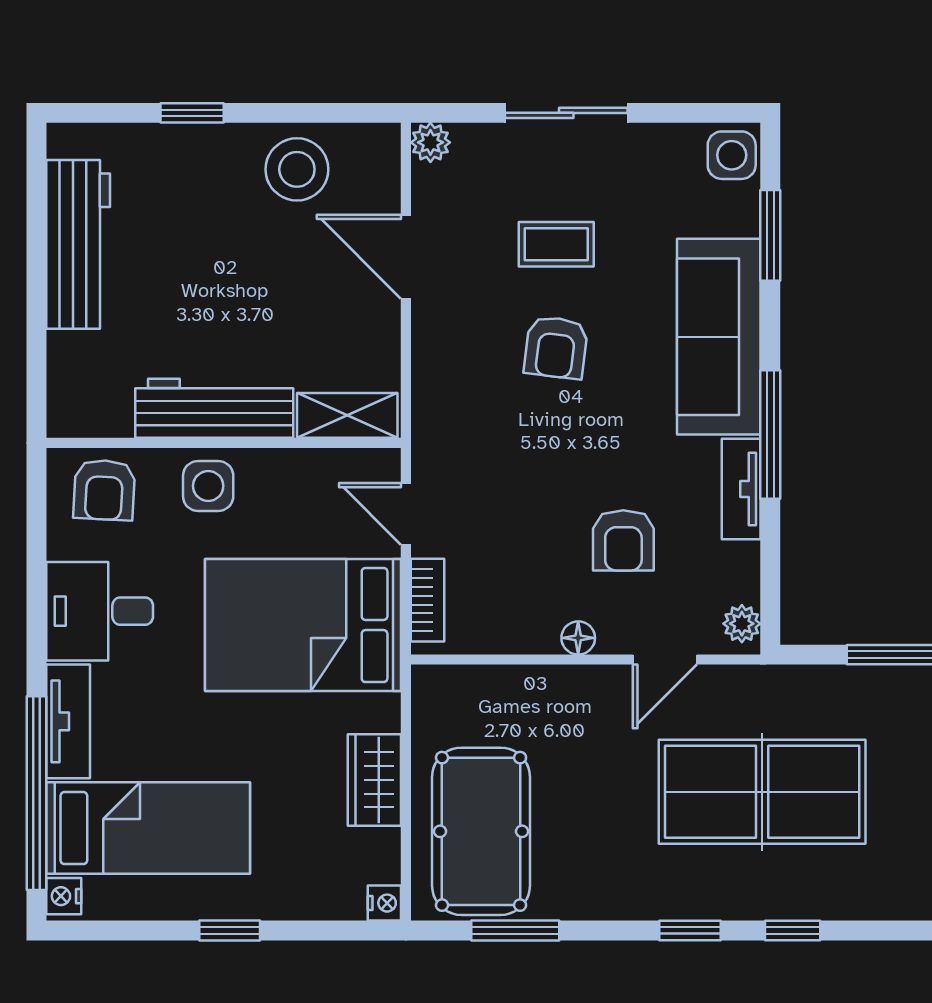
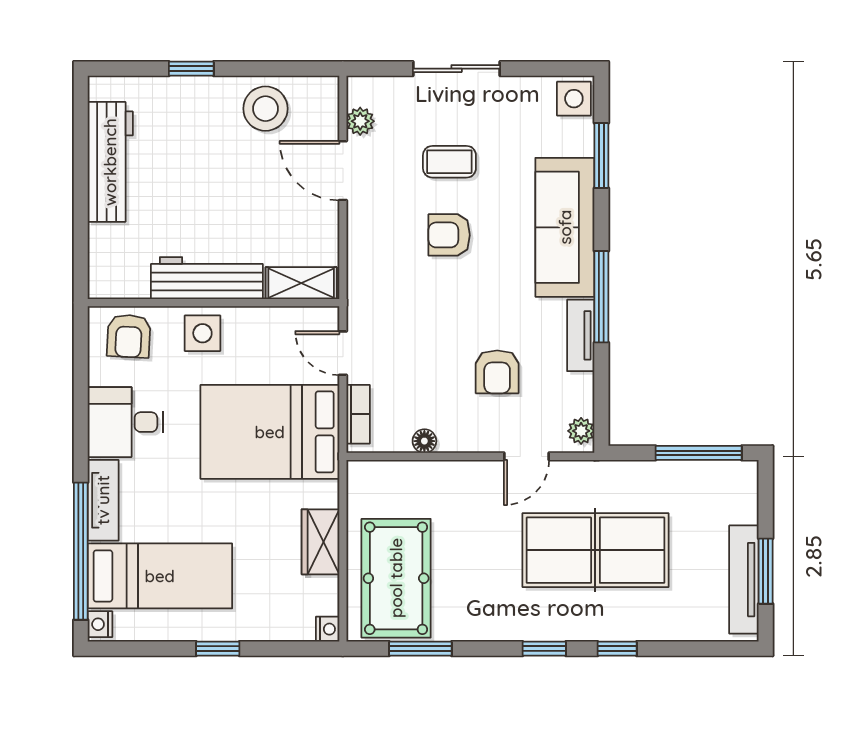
plant: (430, 142) -> (360, 121), moved
armchair: (556, 347) -> (449, 235), turned 83
floor lamp: (578, 638) -> (424, 441), moved

